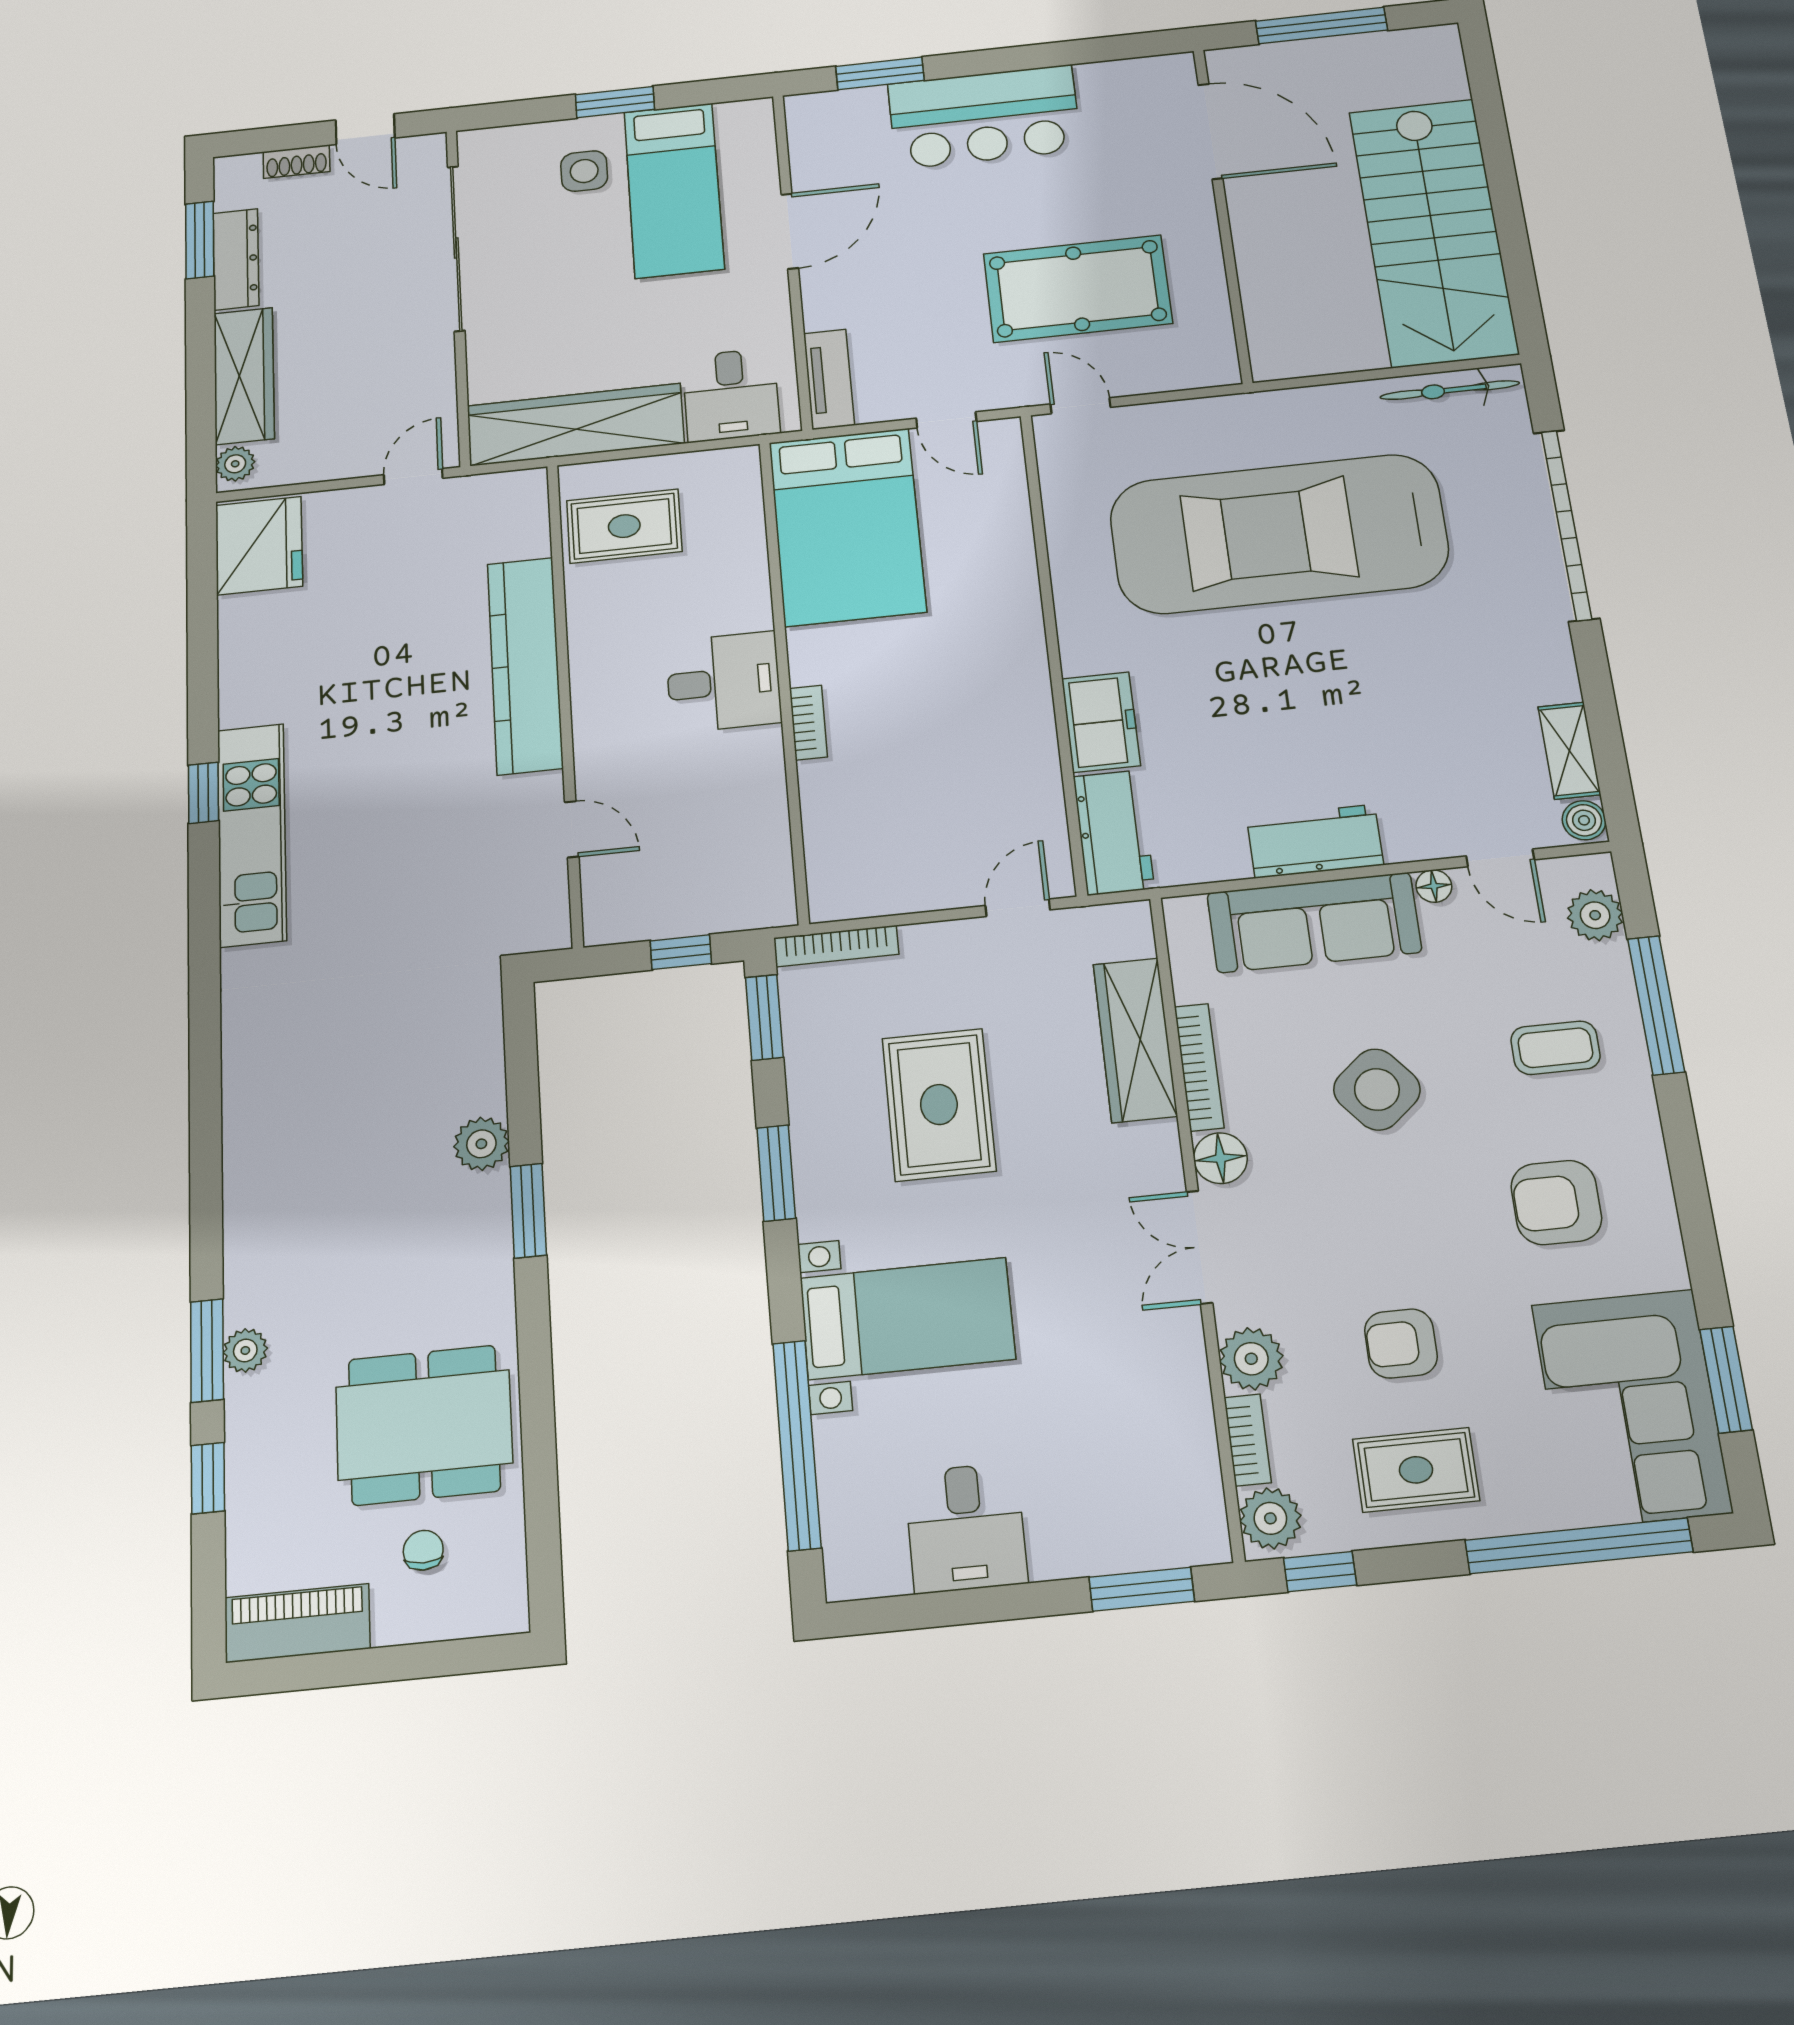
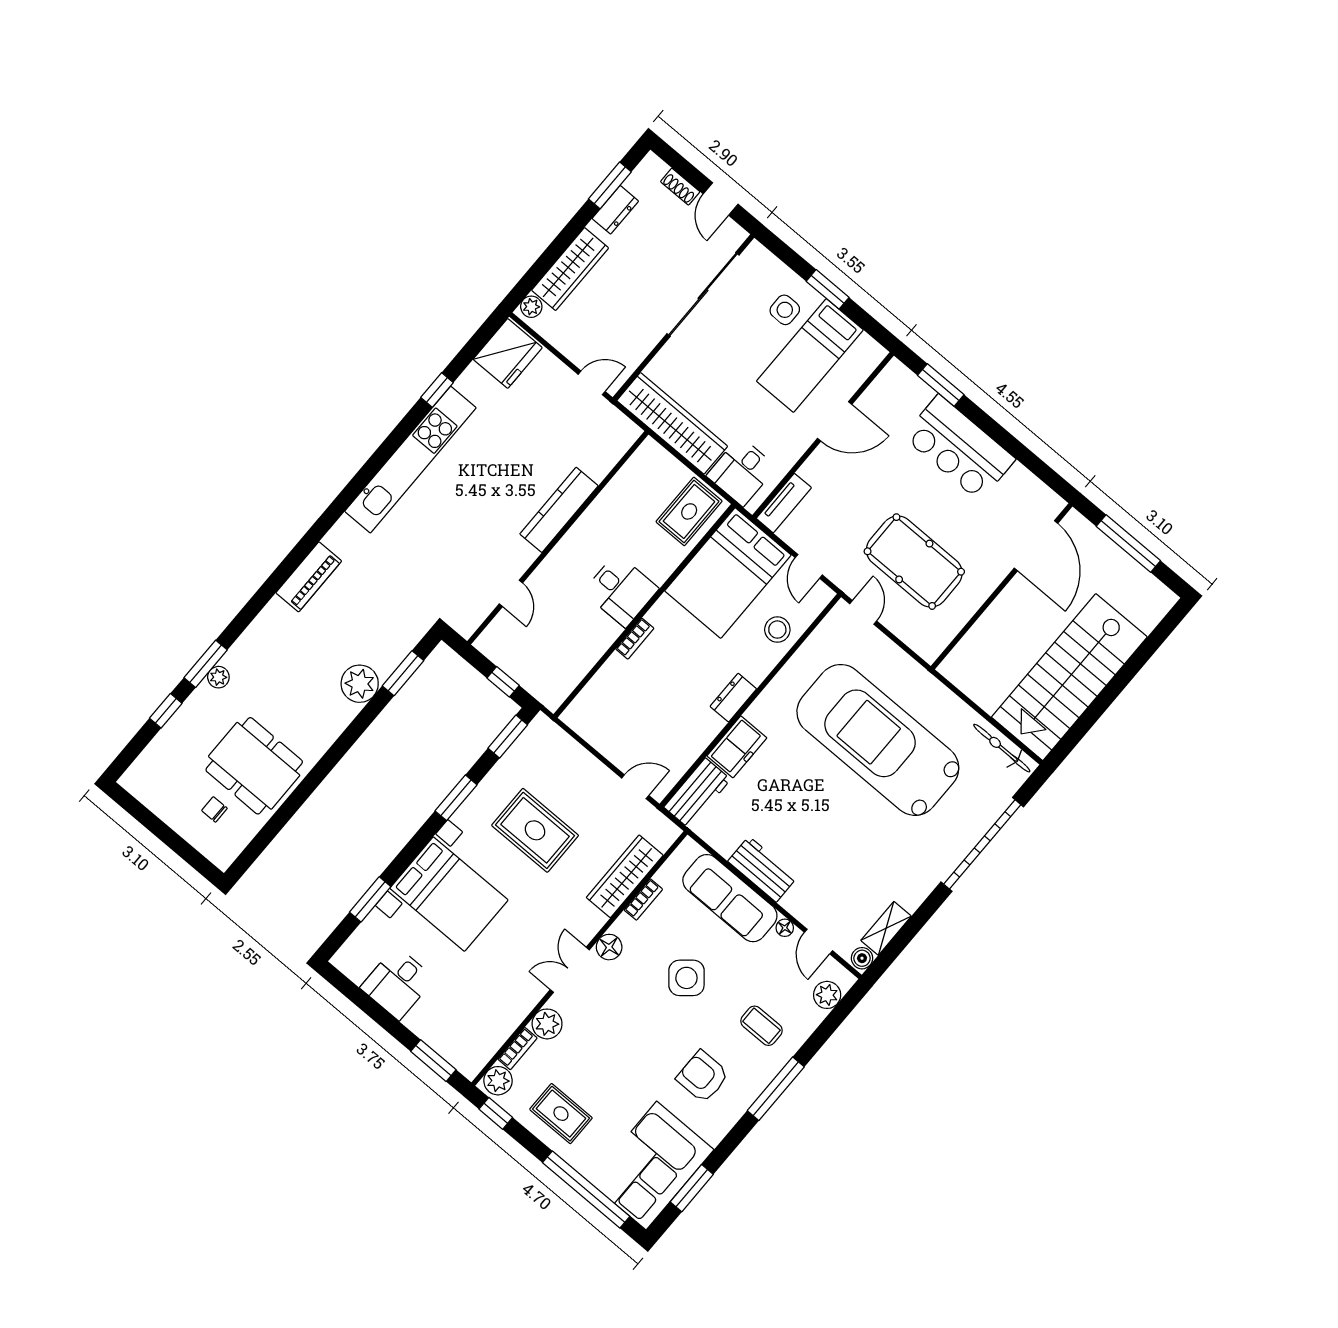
dresser: (236, 259) -> (615, 210), width x0.70
rug: (624, 526) -> (689, 511), moved, turned 90
stool: (991, 531) -> (777, 630), added
kitchen counter: (525, 665) -> (559, 510), width x0.72, depth x0.86
dresser: (1026, 667) -> (733, 698), added
window: (203, 793) -> (437, 390), moved
kitchen unit: (252, 834) -> (410, 460), width x1.36
bookcase: (836, 946) -> (559, 736), removed
window: (1656, 1005) -> (776, 1089), moved
bookcase: (1199, 1067) -> (643, 900), width x0.64
rug: (939, 1104) -> (535, 830), turned 90
plant: (481, 1144) -> (360, 684), width x1.36, depth x1.36
window: (528, 1211) -> (403, 673), moved
bed with nightstands: (907, 1318) -> (449, 894), width x1.36
armchair: (1401, 1343) -> (601, 1069), removed
window: (797, 1445) -> (370, 899), width x0.47
chair: (423, 1550) -> (214, 809), turned -90
piano: (297, 1623) -> (309, 577), moved, turned 90

